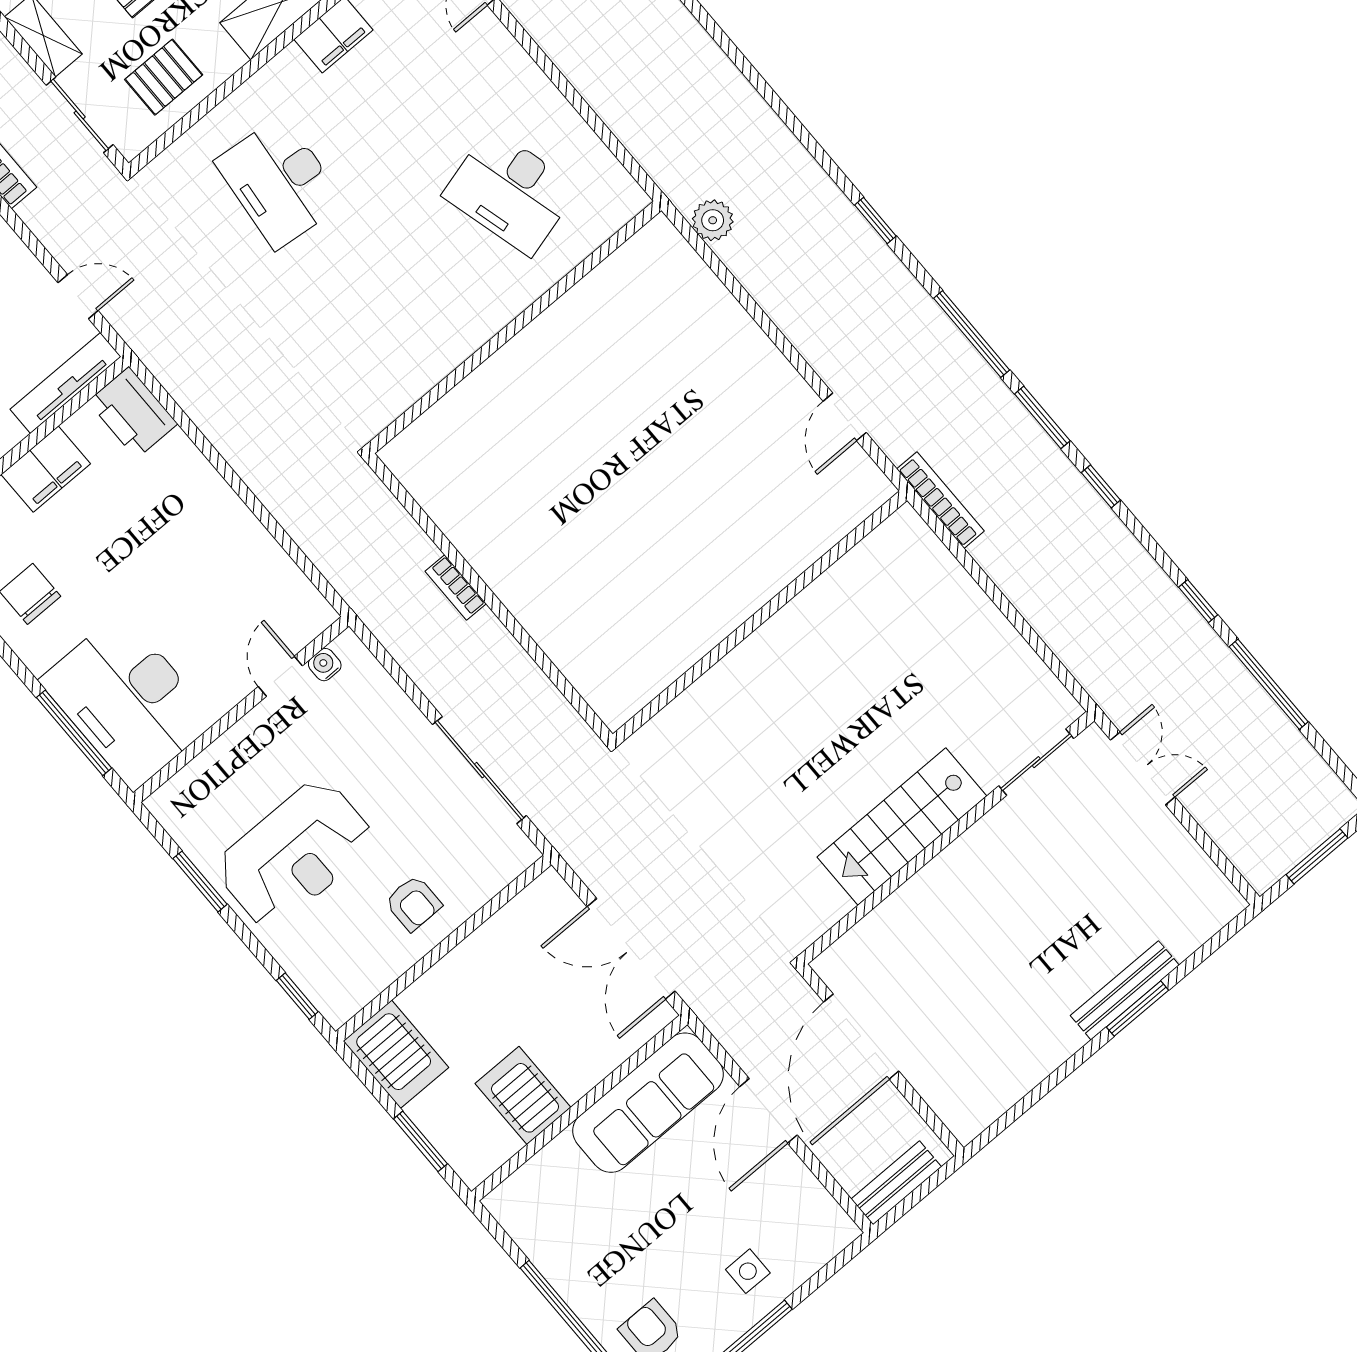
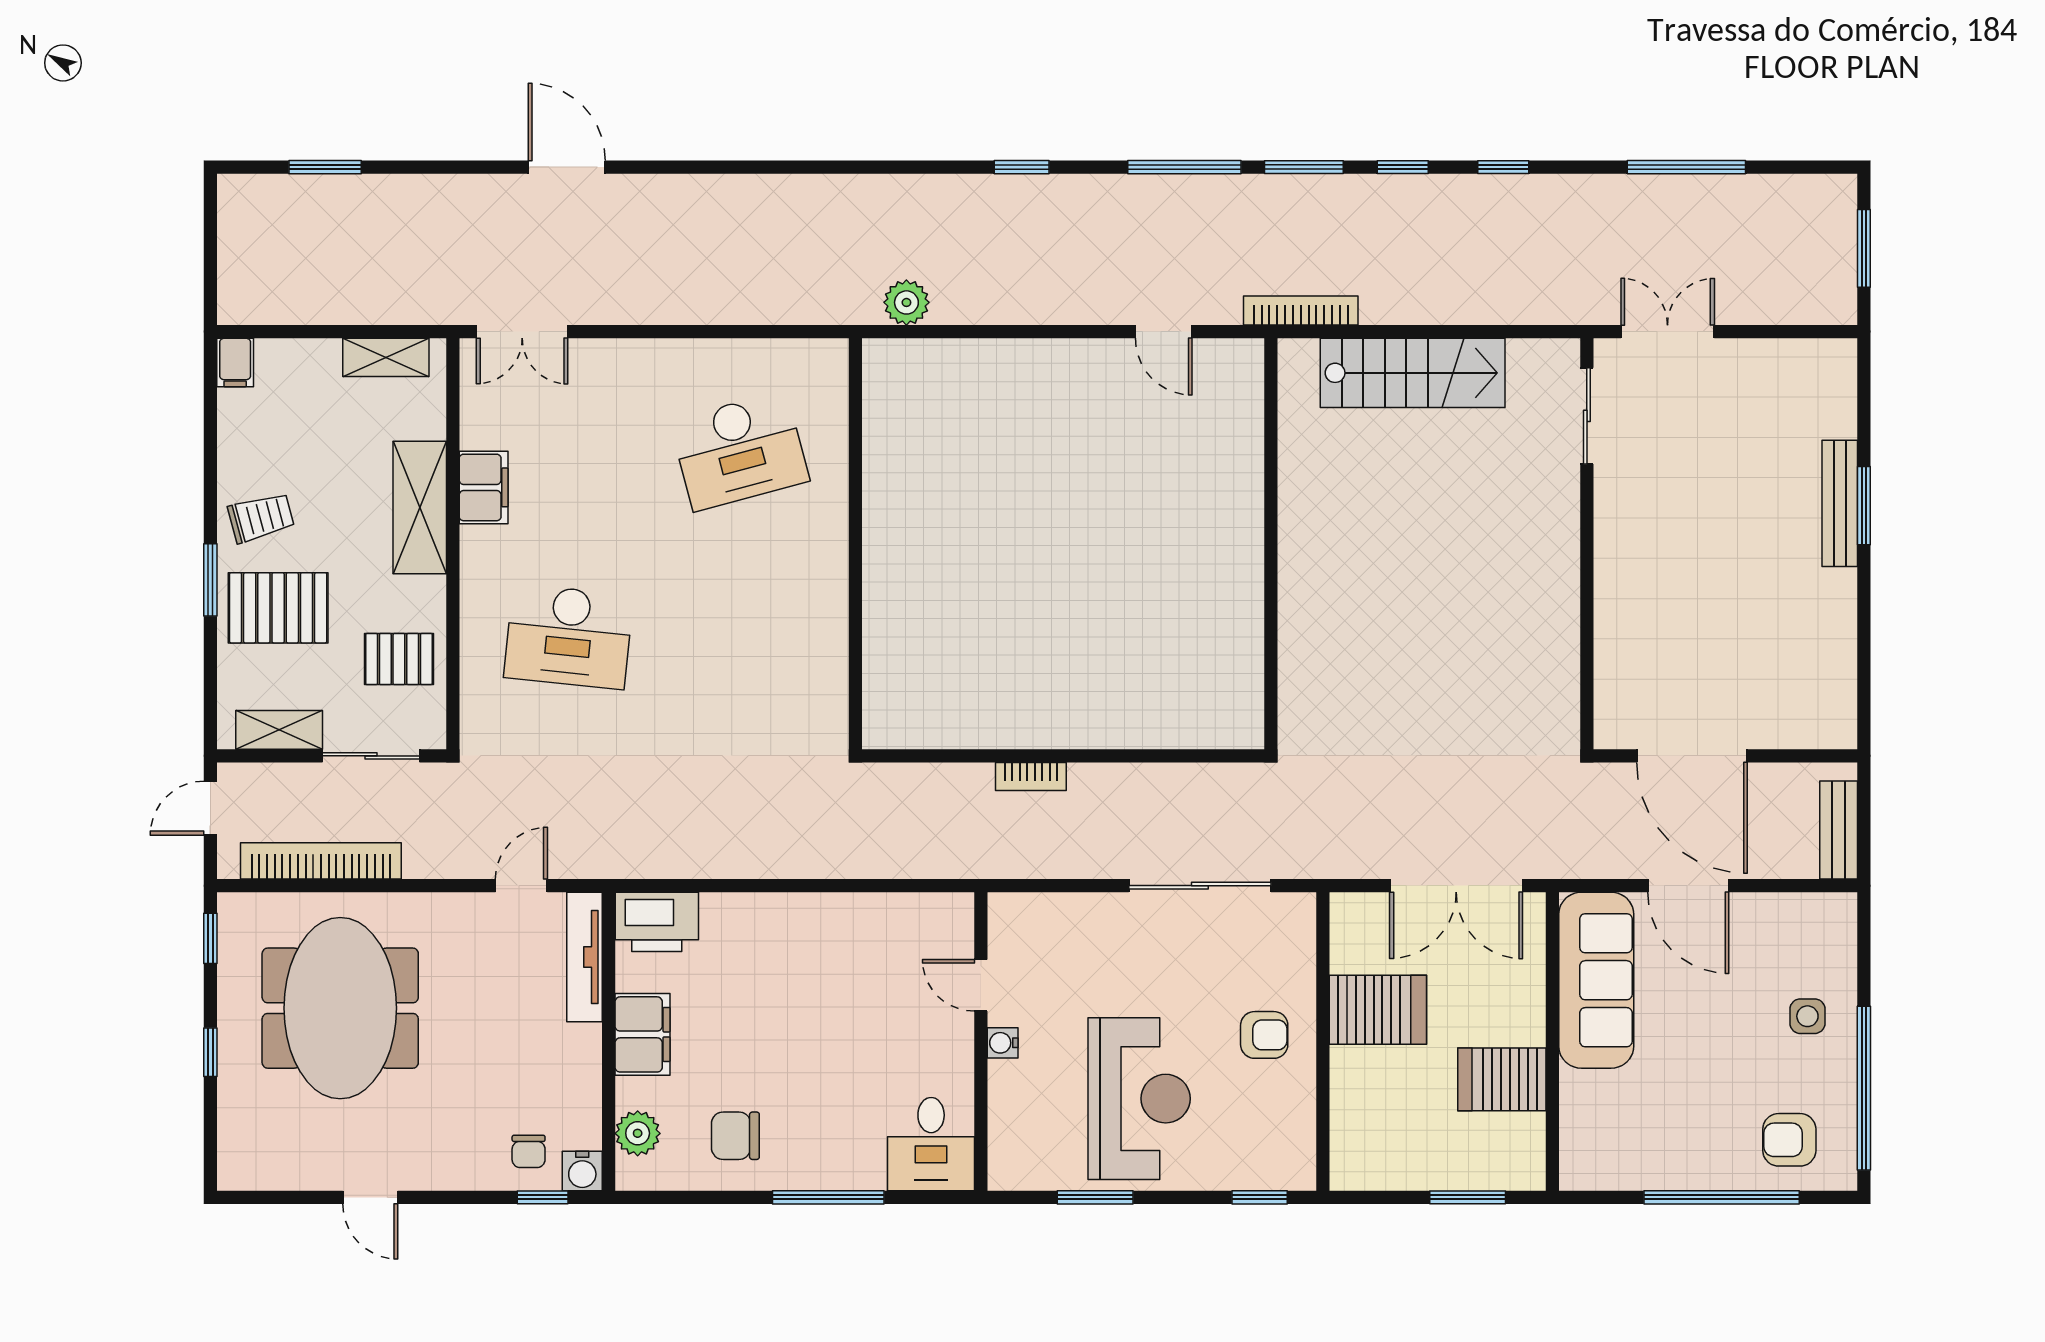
pallet: (164, 77) -> (399, 659), turned 90
window: (1198, 601) -> (1503, 167), moved
water cooler: (325, 665) -> (1003, 1043), moved
desk: (127, 701) -> (931, 1144), width x0.53, depth x0.77
window: (74, 733) -> (828, 1197), moved
stairs: (902, 826) -> (1413, 373), moved, turned -90
server rack: (396, 1054) -> (1378, 1010), moved

